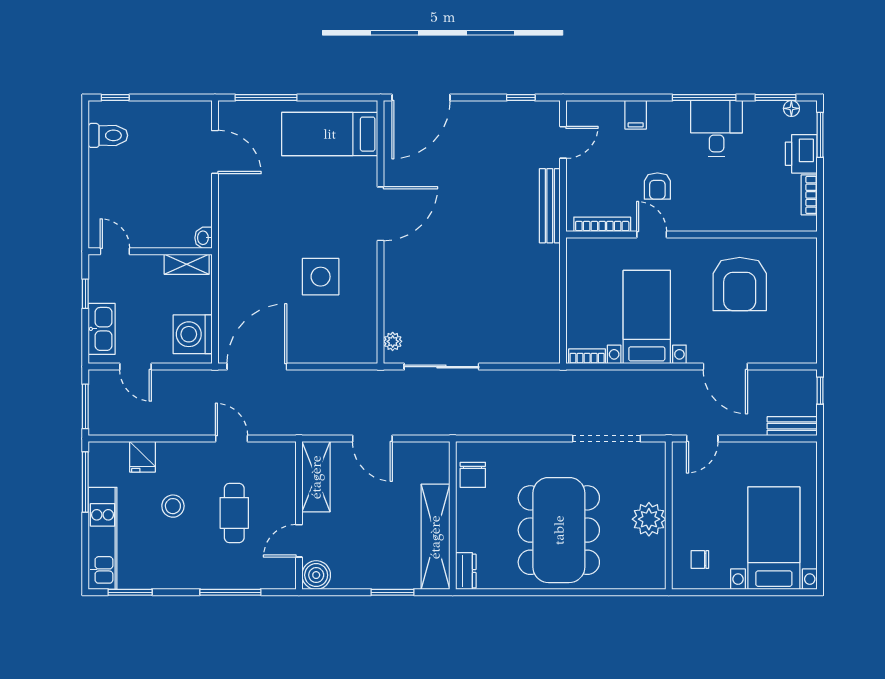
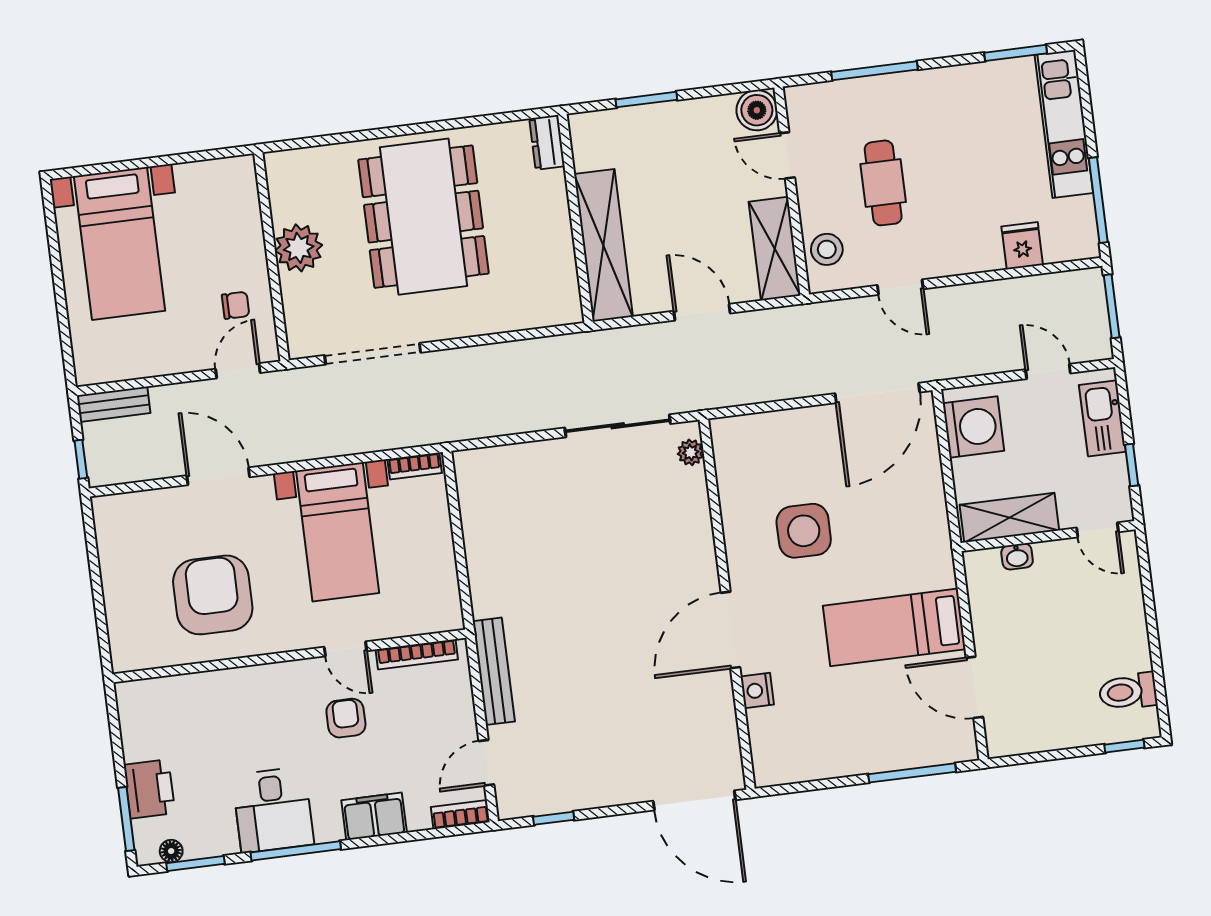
door: (421, 98) -> (694, 800), swing flipped
filing cabinet: (636, 115) -> (374, 816), width x2.00
bed: (330, 134) -> (894, 627), moved, turned 180
nightstand: (367, 169) -> (757, 690), added
bookcase: (809, 195) -> (460, 815), moved, turned -90
washbasin: (203, 238) -> (1017, 556), moved, turned 90
shelving: (187, 264) -> (1009, 518), width x1.50, depth x1.33
chair: (473, 475) -> (554, 279), removed
stool: (173, 506) -> (827, 249), moved
shelving: (435, 537) -> (603, 245), moved
door: (299, 541) -> (787, 155), swing flipped
chair: (700, 559) -> (236, 305), moved

